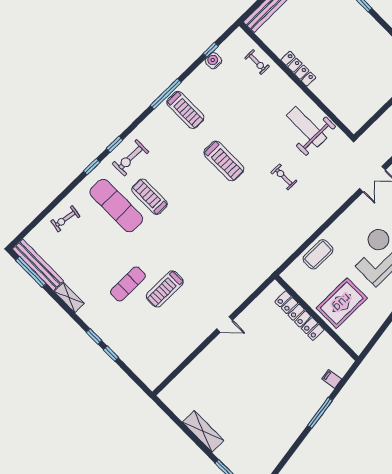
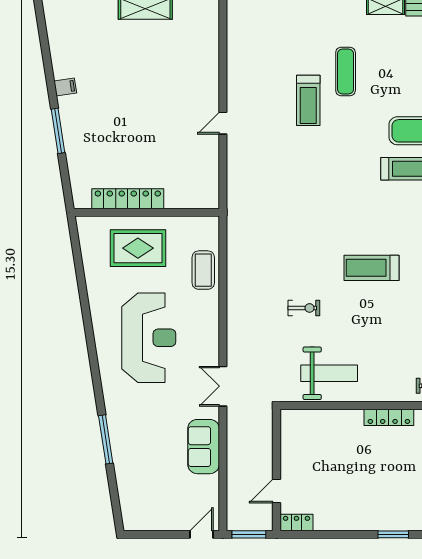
treadmill: (165, 289) -> (308, 100), turned 180
rug: (342, 303) -> (138, 248), turned 90
locker: (299, 316) -> (128, 199), moved
filing cabinet: (332, 379) -> (65, 87), moved

